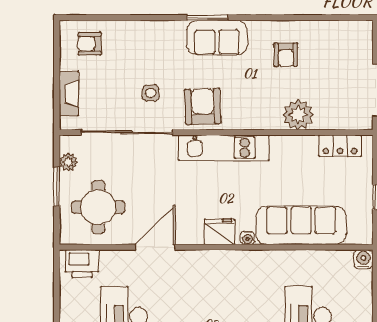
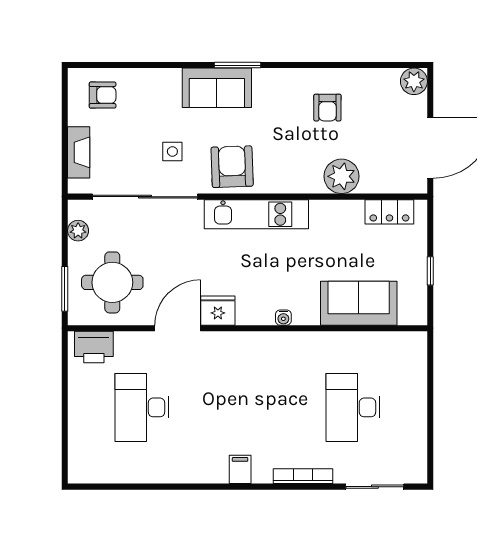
plant: (361, 32) -> (414, 81), added
sofa: (217, 38) -> (217, 88), moved
armchair: (90, 44) -> (103, 95), turned 180
window: (57, 186) -> (65, 289), moved
sofa: (301, 225) -> (359, 303), width x0.73
fridge: (219, 232) -> (218, 311), moved
water cooler: (363, 259) -> (416, 342), removed

